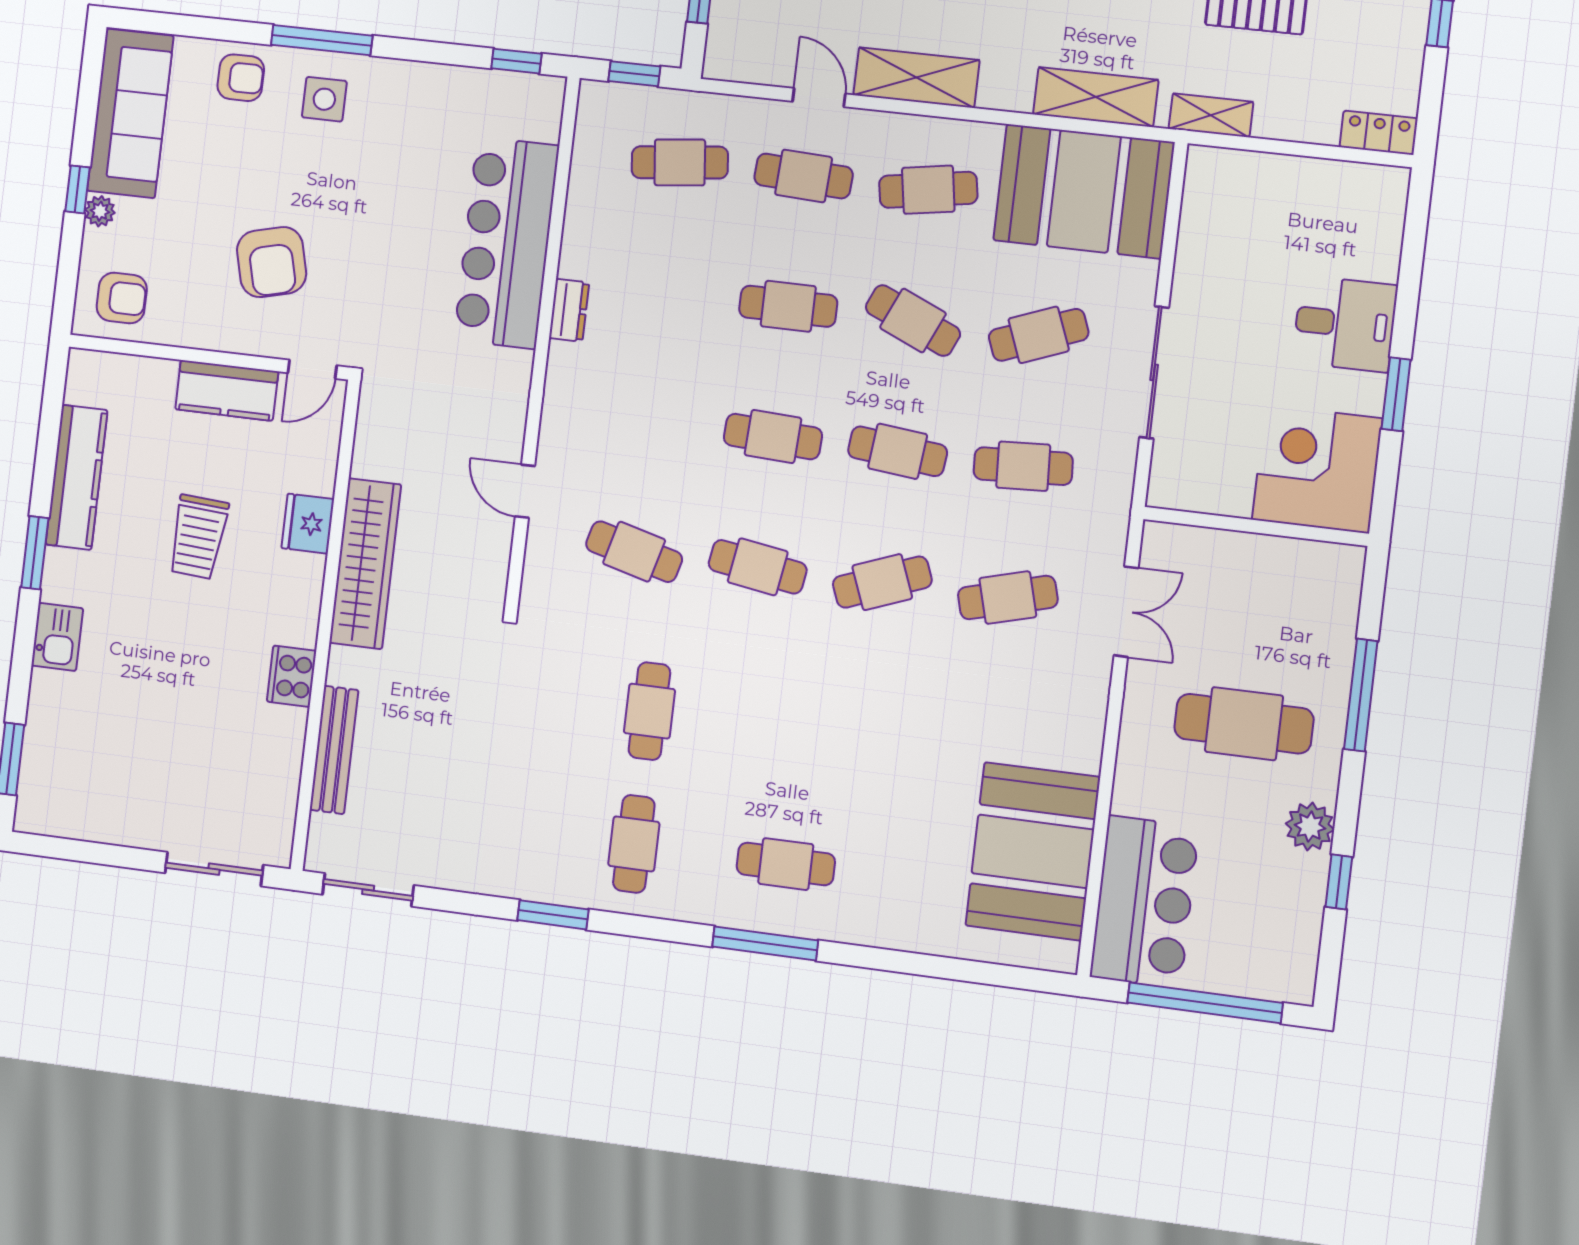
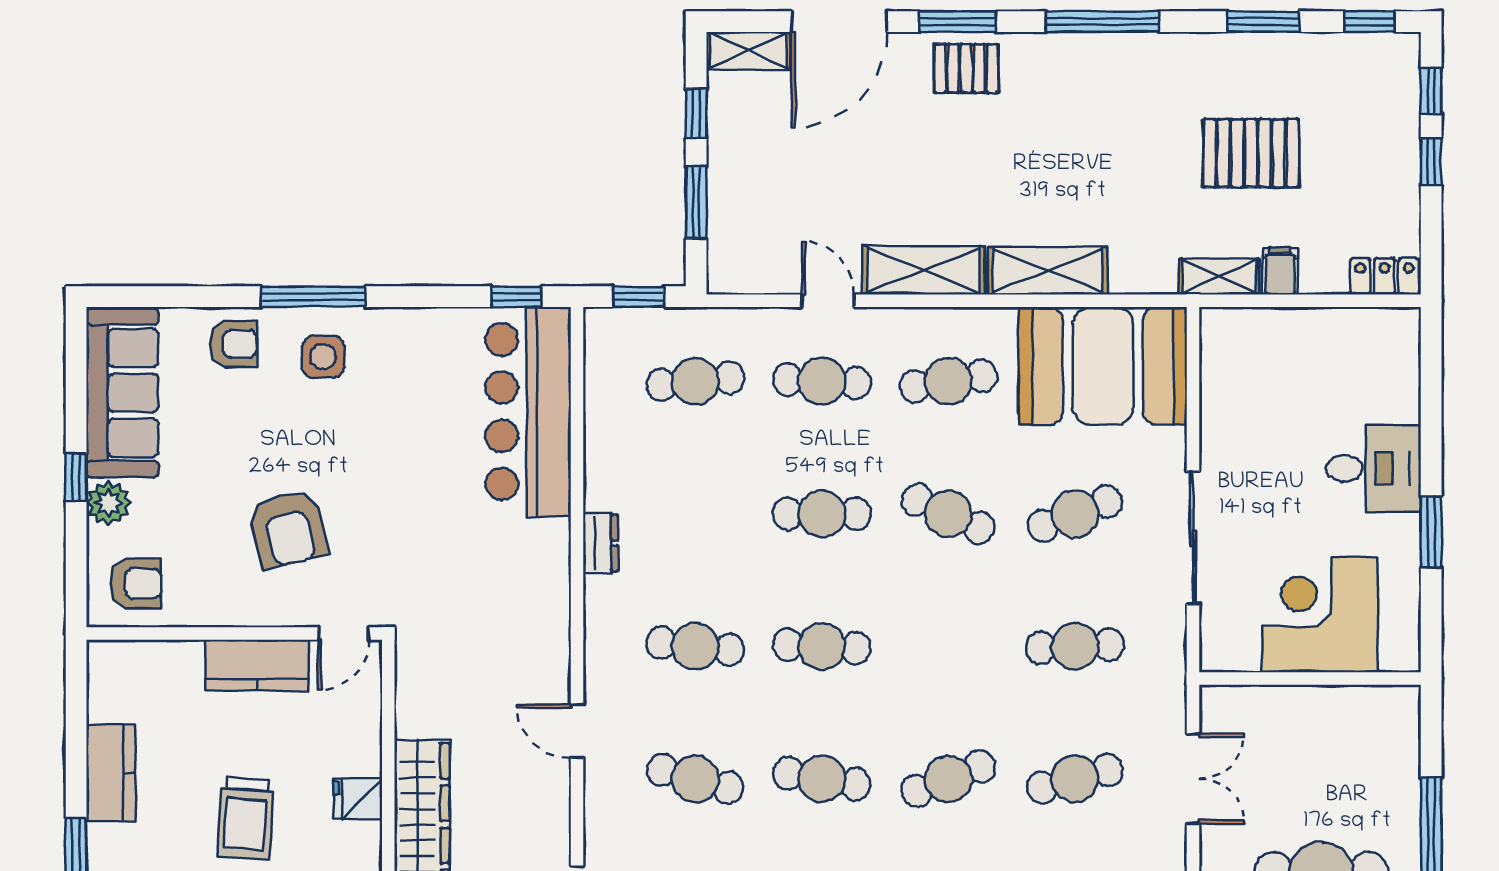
shelving: (1096, 97) -> (1048, 271), moved
filing cabinet: (1273, 116) -> (1280, 271), added
plant: (100, 211) -> (108, 503), width x1.38, depth x1.38
bar counter: (506, 243) -> (528, 412), moved
cafe table: (898, 451) -> (695, 646), moved
corner desk: (1317, 469) -> (1320, 615), moved
kitchen counter: (77, 477) -> (111, 773), width x0.67
fridge: (308, 524) -> (358, 799), width x0.72

